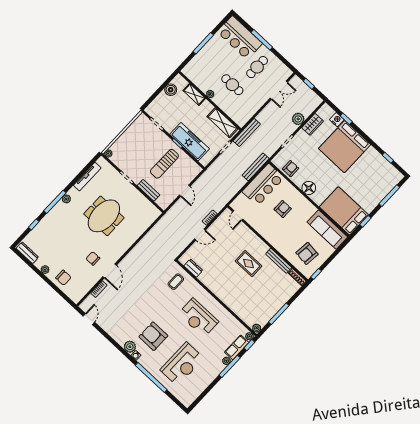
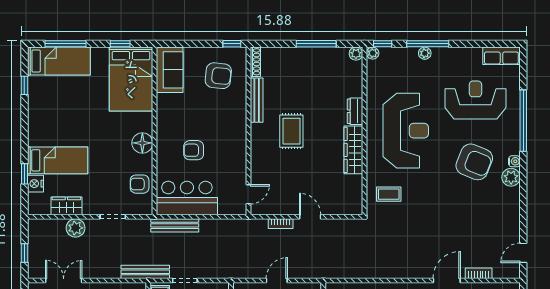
bed: (345, 147) -> (58, 160), width x0.49
bed: (384, 185) -> (59, 61), added
sofa: (327, 230) -> (170, 70), width x0.73
dresser: (193, 268) -> (355, 111), moved
wardrobe: (212, 284) -> (353, 150), added
reception desk: (198, 318) -> (406, 131), width x1.36, depth x1.30
armchair: (153, 336) -> (474, 162), turned -68
row of seats: (237, 347) -> (501, 56), moved

